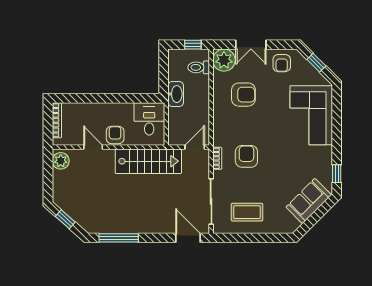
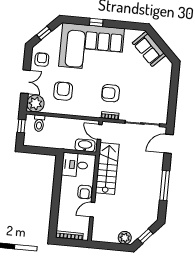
armchair: (282, 63) -> (42, 60), turned -90
washbasin: (176, 94) -> (85, 145), moved
corner sofa: (311, 115) -> (91, 47), width x1.36, depth x1.36
armchair: (115, 135) -> (85, 192), turned -90
plant: (61, 161) -> (125, 238), moved
window: (337, 174) -> (96, 22), moved
coffee table: (247, 212) -> (153, 97), removed
window: (119, 238) -> (165, 186), moved

